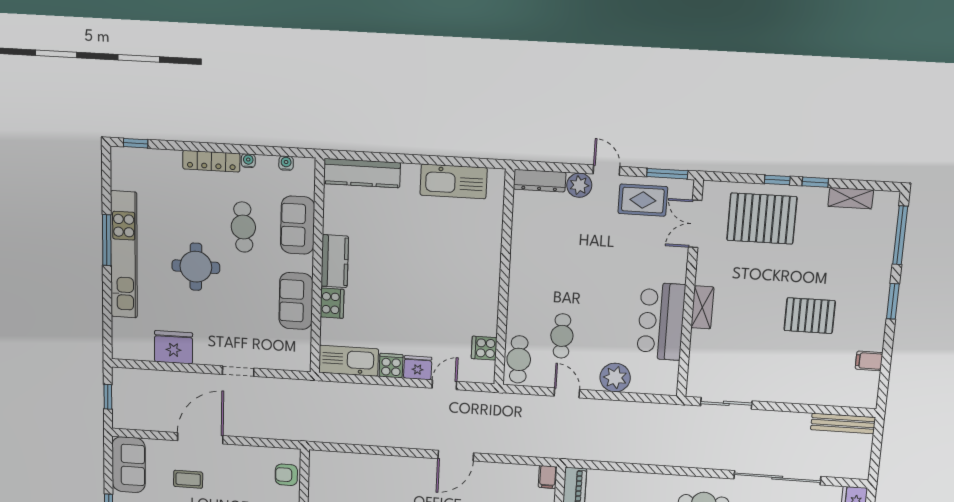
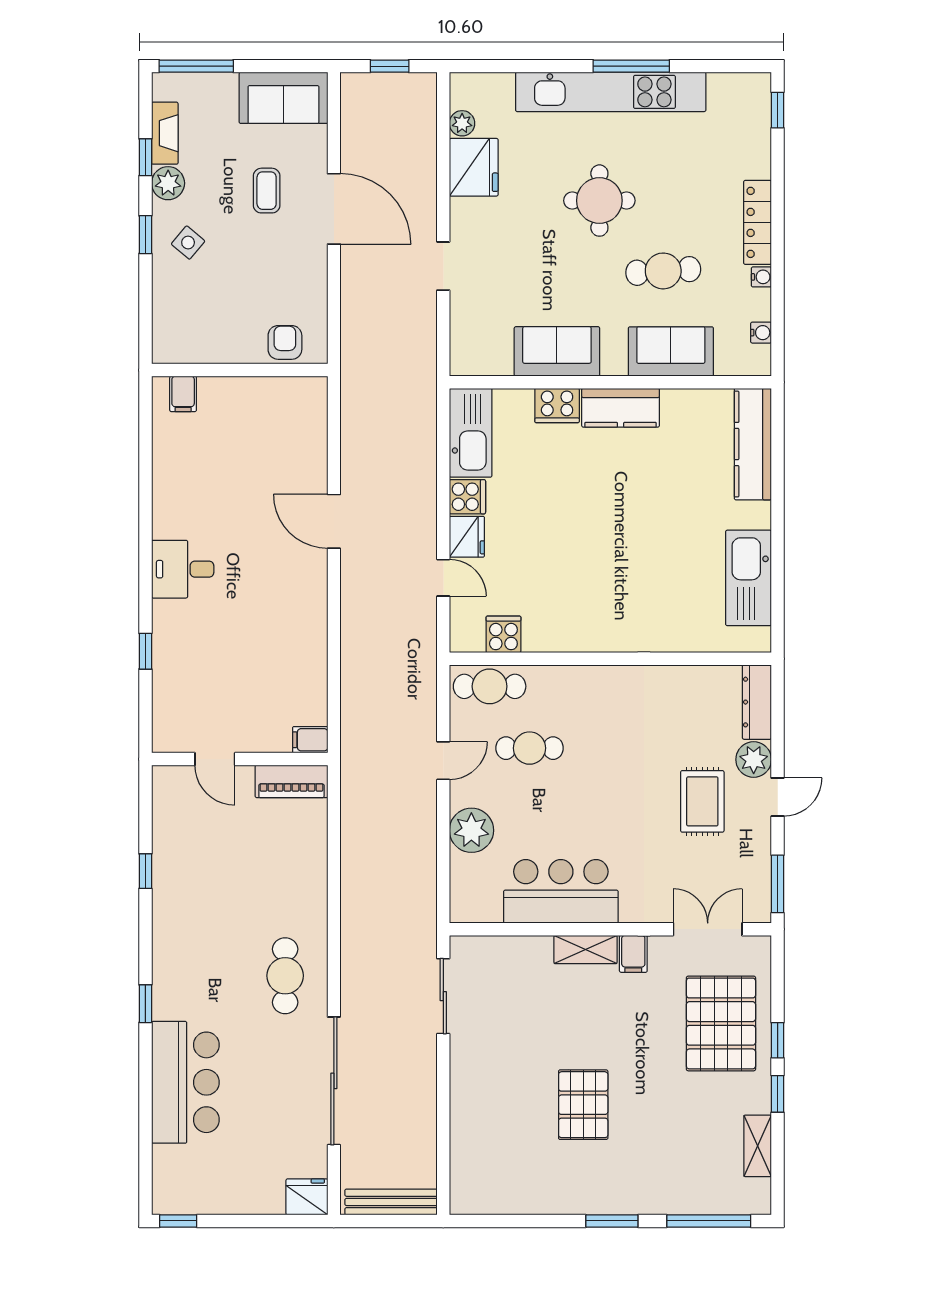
rug: (643, 200) -> (702, 801), moved
plant: (145, 353) -> (462, 123), added
filing cabinet: (869, 361) -> (633, 954), moved, turned 180
bench: (843, 423) -> (391, 1202), moved, turned 90
door: (456, 456) -> (334, 521), moved

